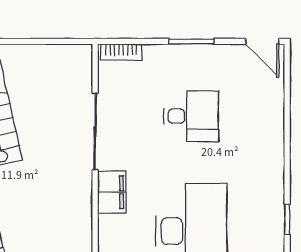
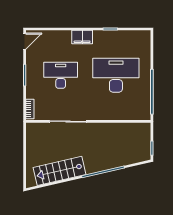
desk: (191, 116) -> (61, 75), width x1.37
filing cabinet: (112, 192) -> (82, 37), moved, turned 180

